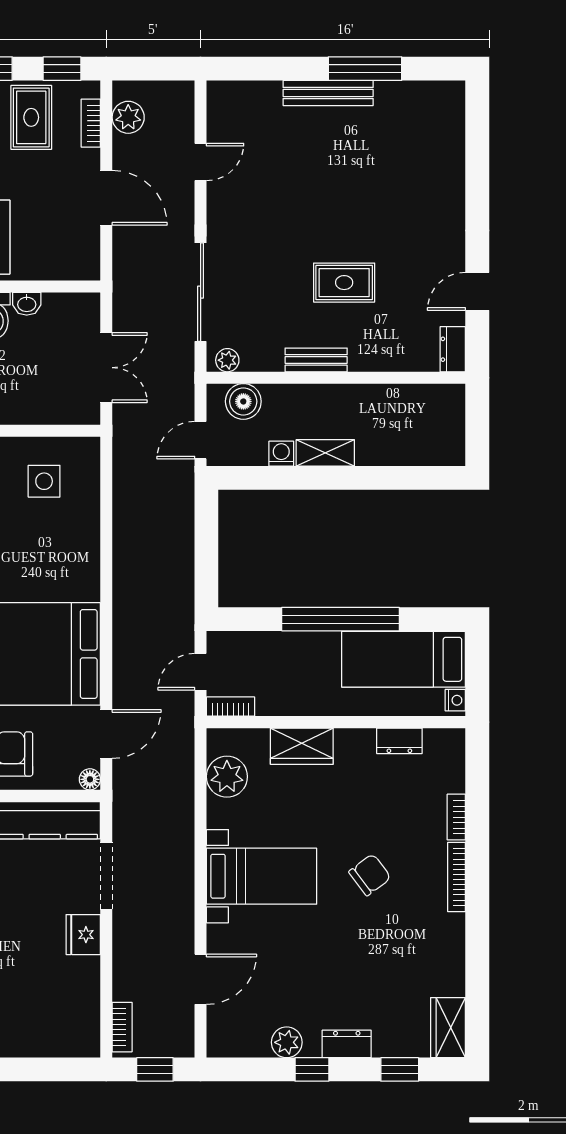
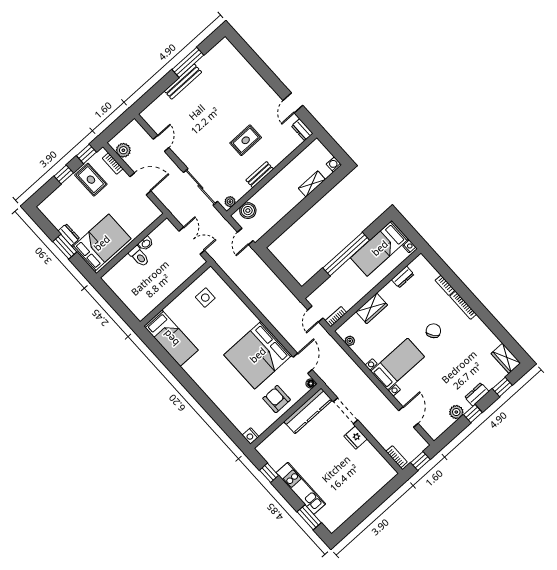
shelving: (325, 453) -> (312, 184), moved
washing machine: (281, 454) -> (334, 165), moved
plant: (227, 777) -> (350, 341), width x0.53, depth x0.53

